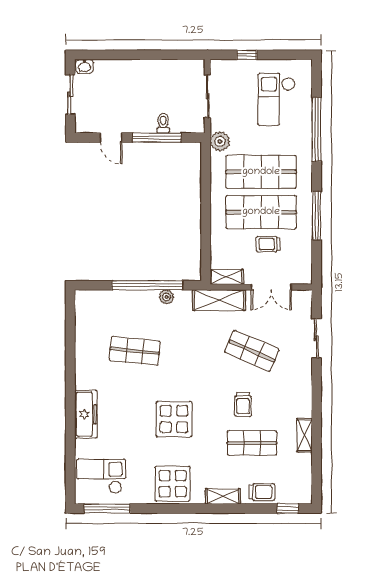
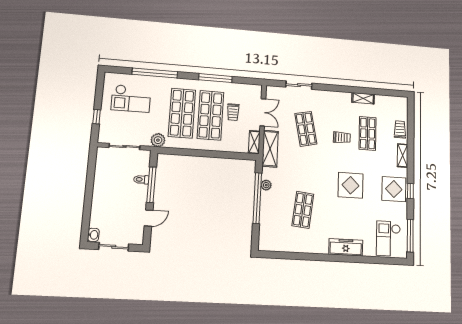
shop shelf: (252, 351) -> (306, 129), turned -36
window: (288, 509) -> (410, 191), moved

